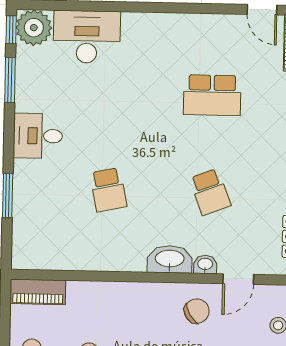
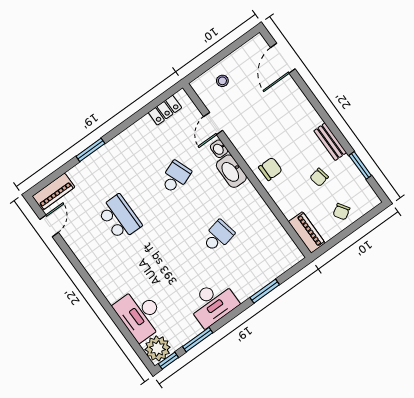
desk: (38, 136) -> (213, 303), width x1.37
door: (238, 279) -> (213, 124), swing flipped
chair: (197, 311) -> (270, 169), moved, turned 121

